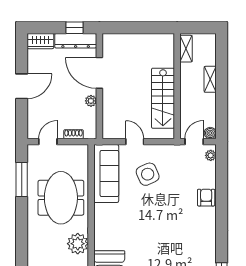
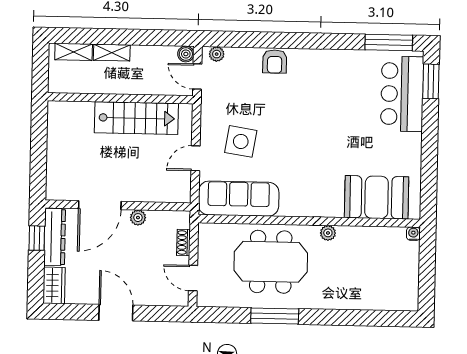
shelving: (186, 49) -> (74, 52), moved
side table: (148, 174) -> (241, 141), turned 33
window: (22, 179) -> (275, 316), moved
armchair: (206, 198) -> (275, 61), turned -90
plant: (78, 244) -> (328, 233), width x0.53, depth x0.53

